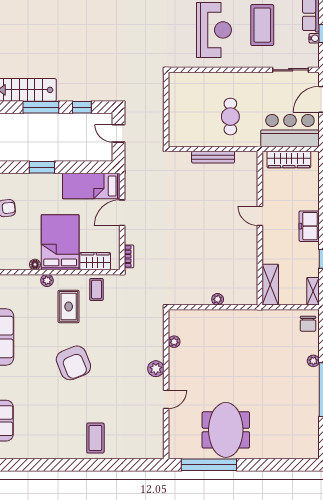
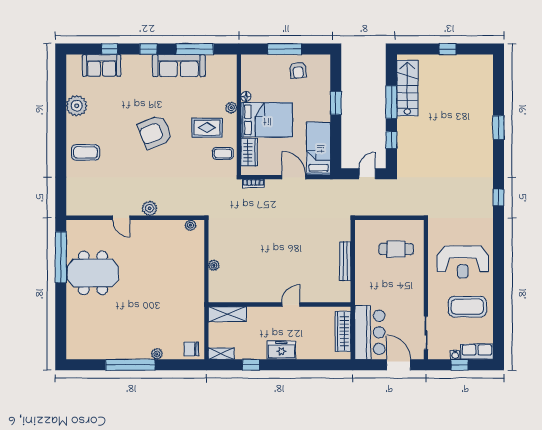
cafe table: (230, 117) -> (396, 249), moved
plant: (174, 342) -> (190, 225), moved
plant: (45, 448) -> (77, 106), added

